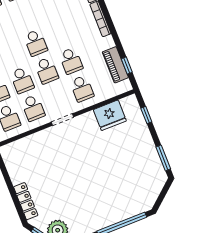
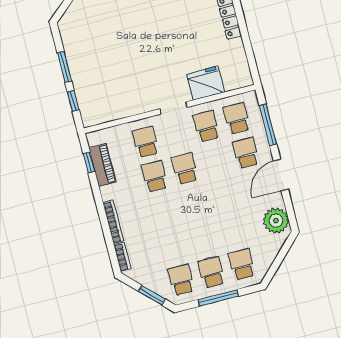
school desk: (36, 43) -> (194, 203), removed
school desk: (22, 80) -> (215, 161), removed
fridge: (110, 115) -> (206, 83), moved
window: (163, 158) -> (64, 67), moved

